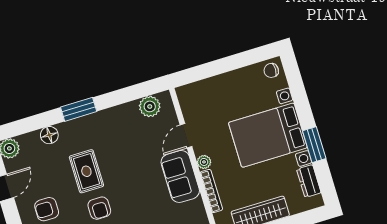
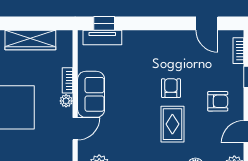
bookcase: (211, 191) -> (67, 80), width x0.64

